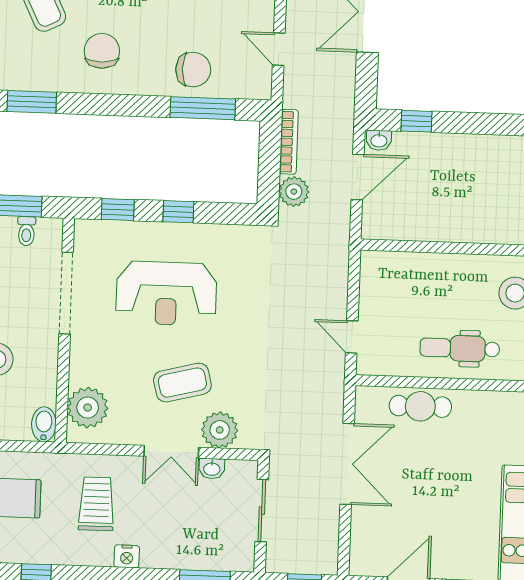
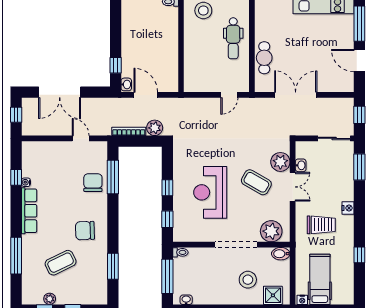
door: (279, 49) -> (81, 138), swing flipped
toilet: (26, 231) -> (180, 252), moved
doorway: (66, 293) -> (236, 245), moved
reception desk: (166, 293) -> (210, 192), turned 180
coffee table: (182, 383) -> (256, 182), turned -46
trolley: (96, 504) -> (321, 225), turned 180
sliding door: (262, 511) -> (334, 138), moved

